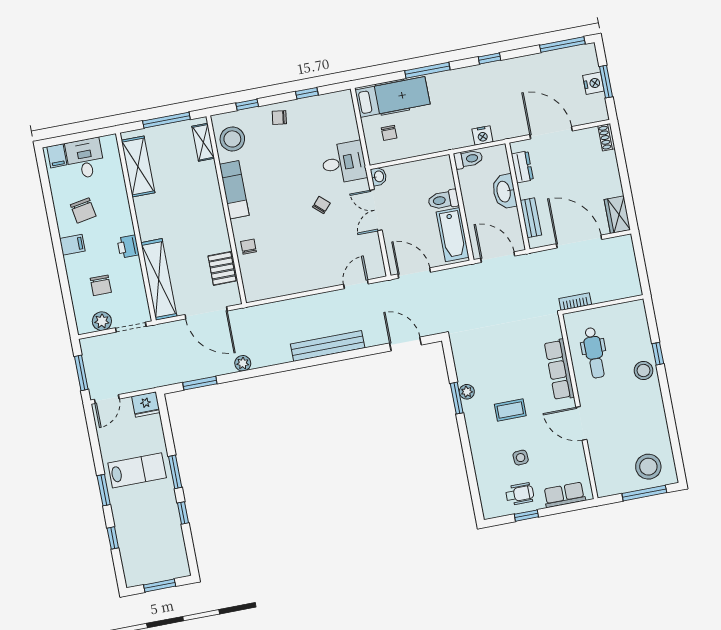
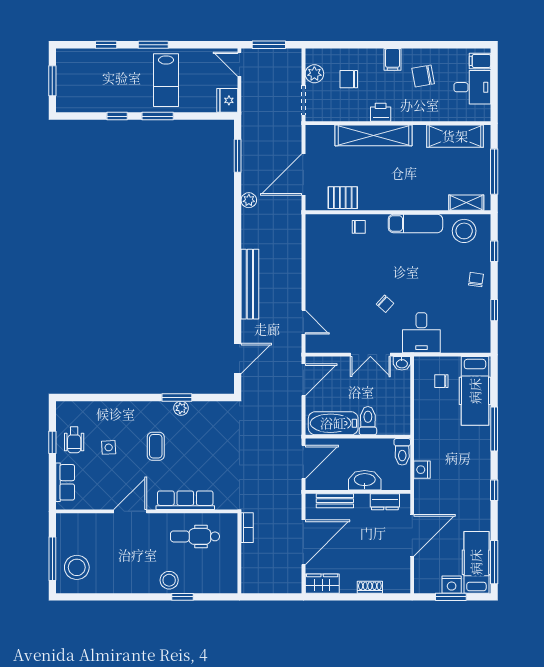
hospital bed: (566, 62) -> (476, 562), added
shoe rack: (606, 137) -> (370, 587), moved
double door: (376, 210) -> (370, 355), swing flipped
shelving: (159, 280) -> (374, 135), moved

